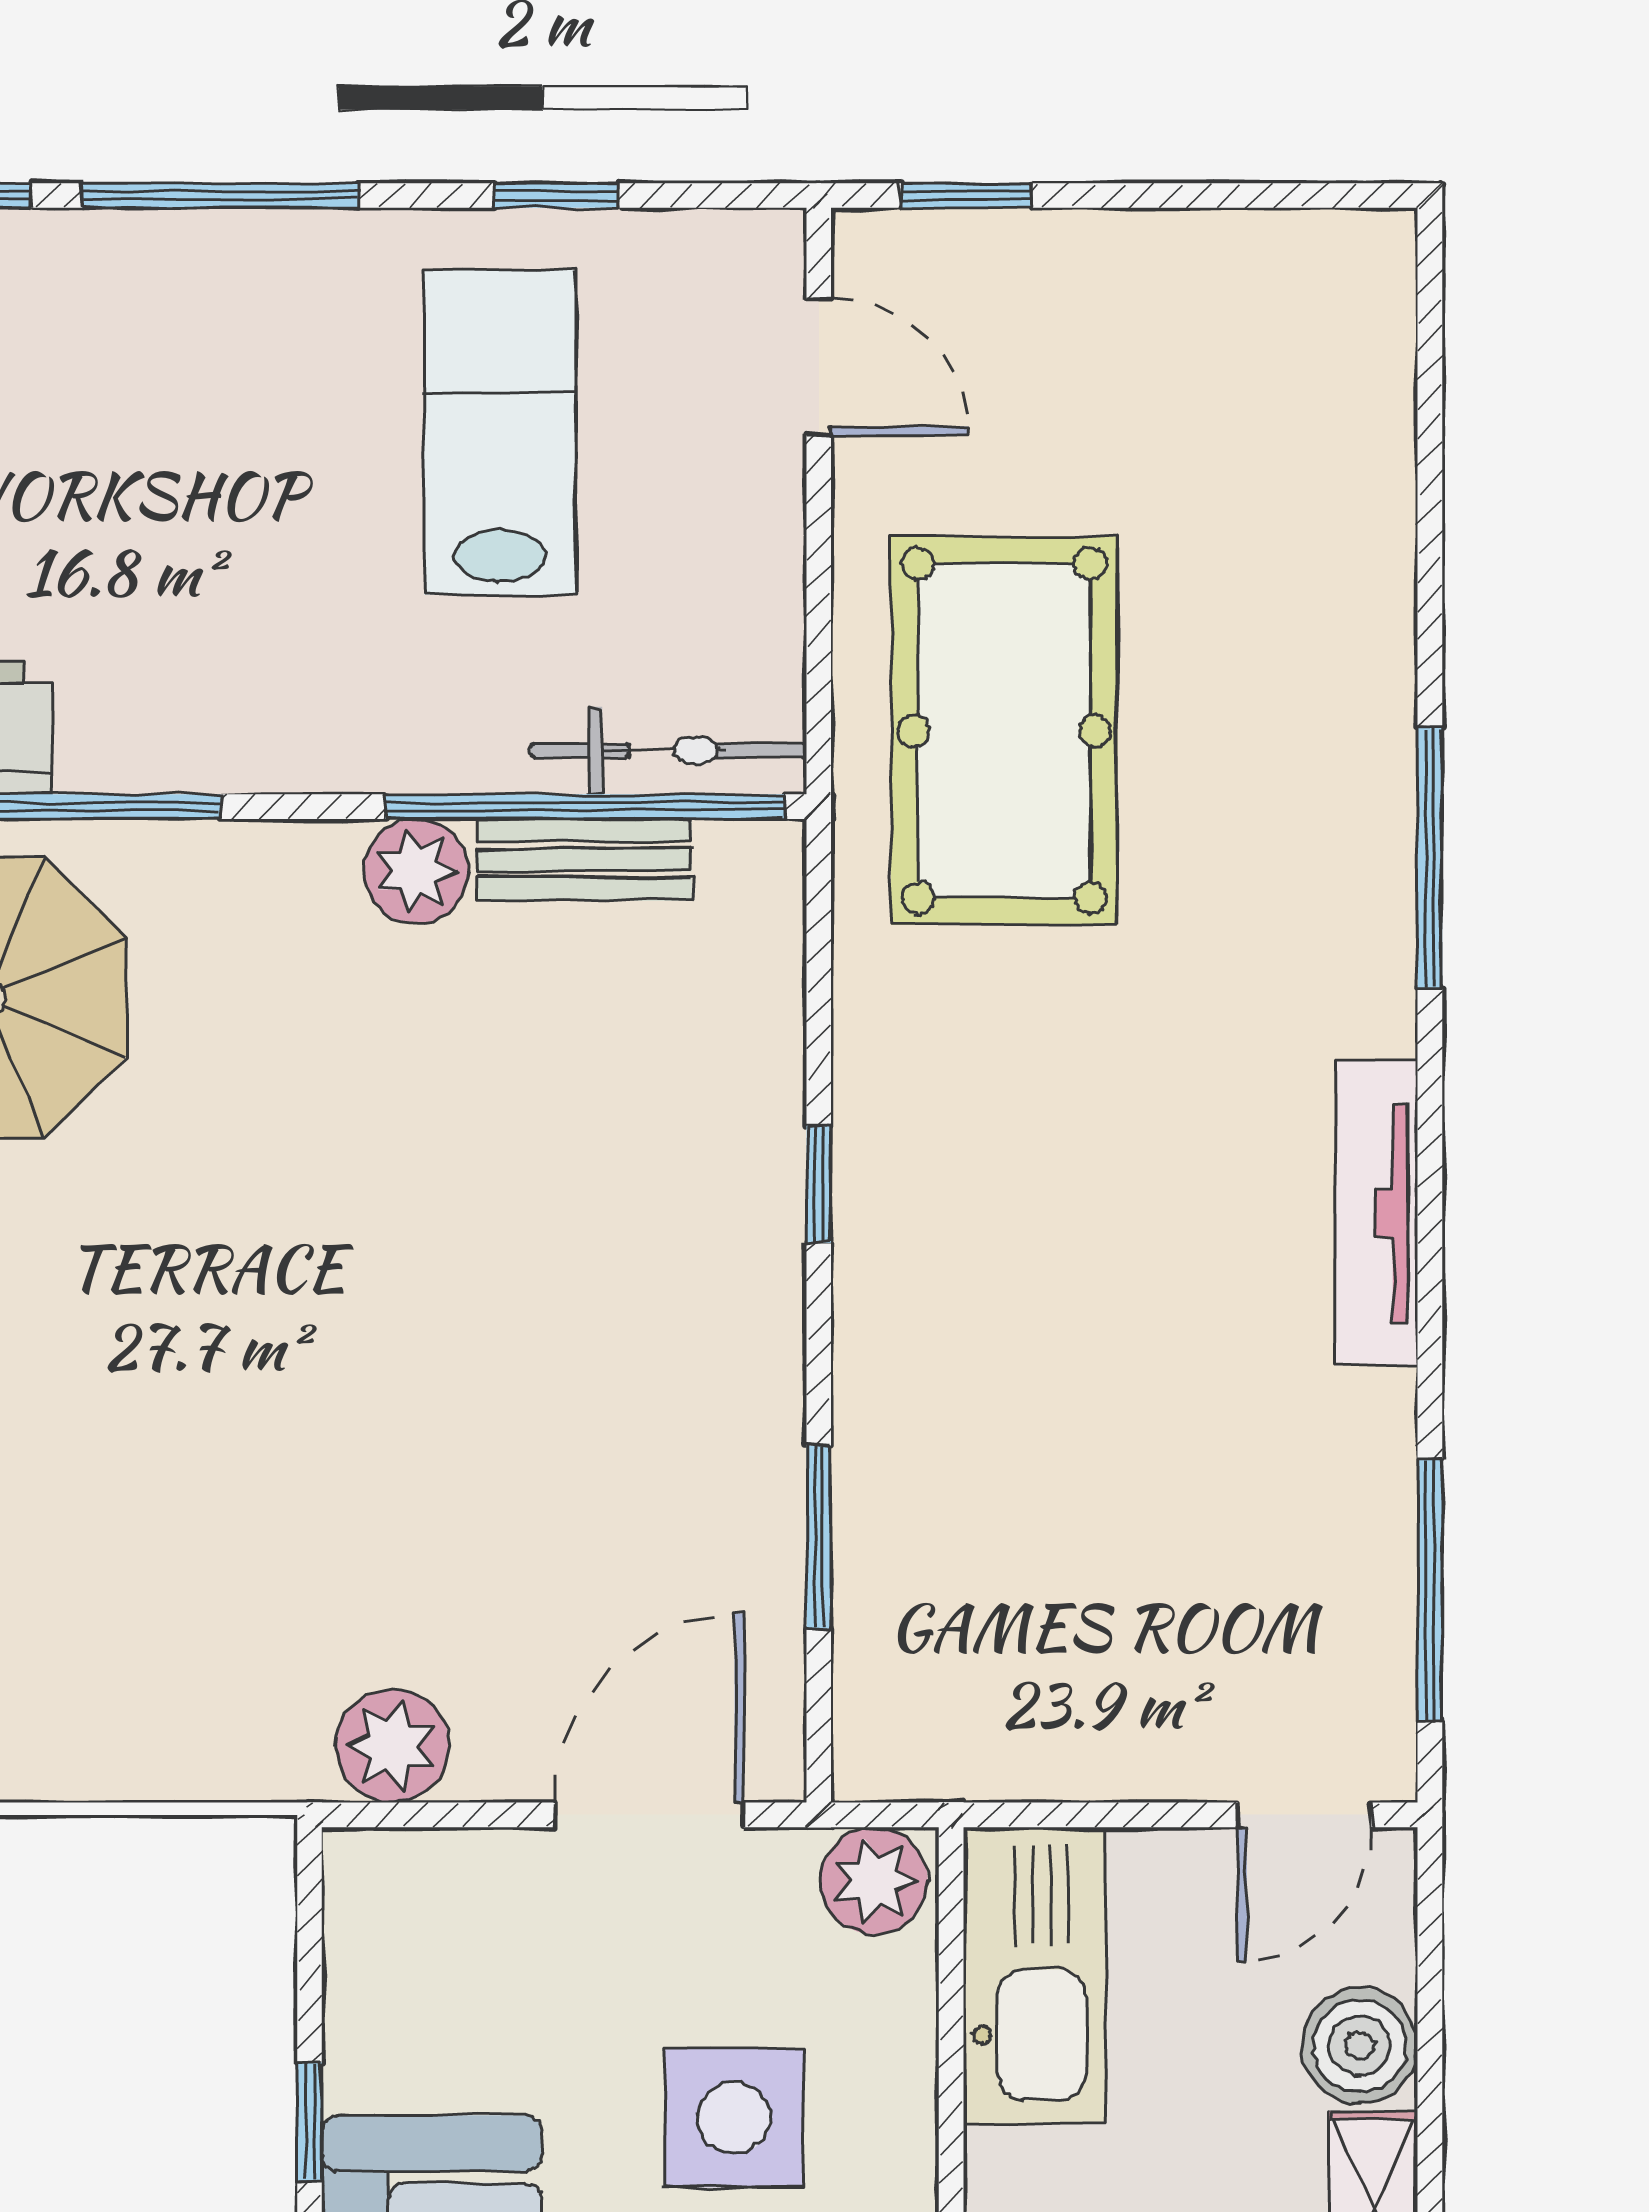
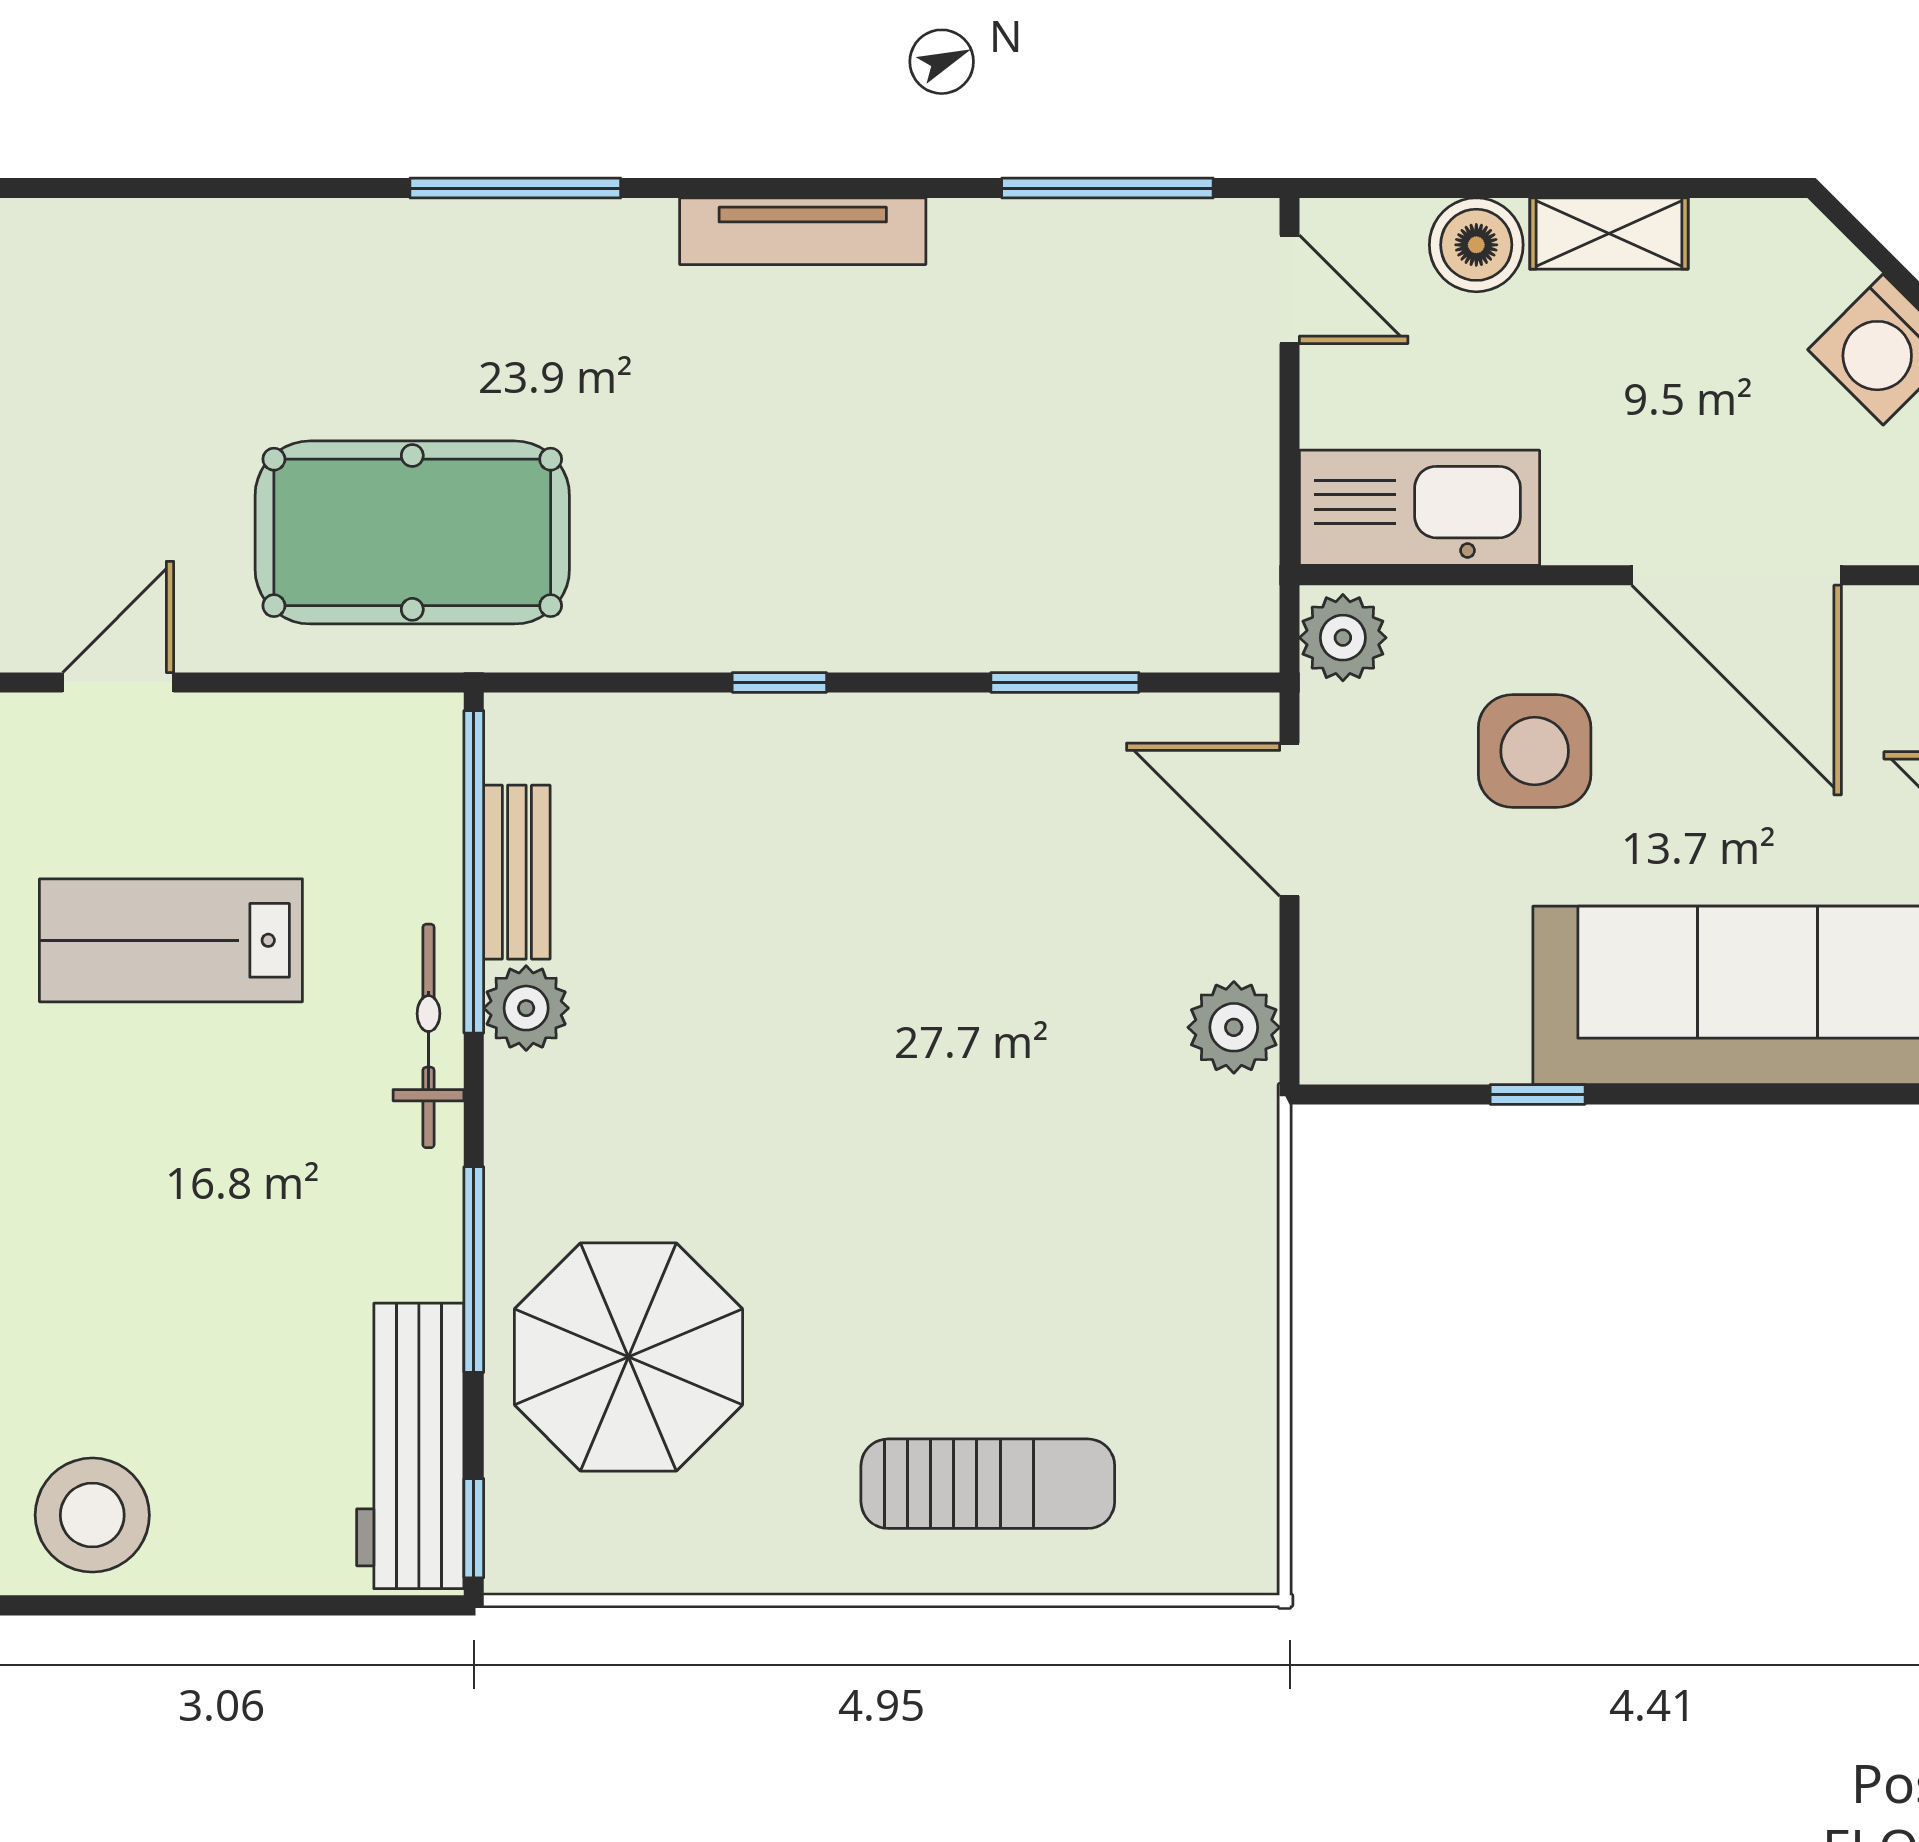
bicycle: (668, 751) -> (428, 1036), moved

